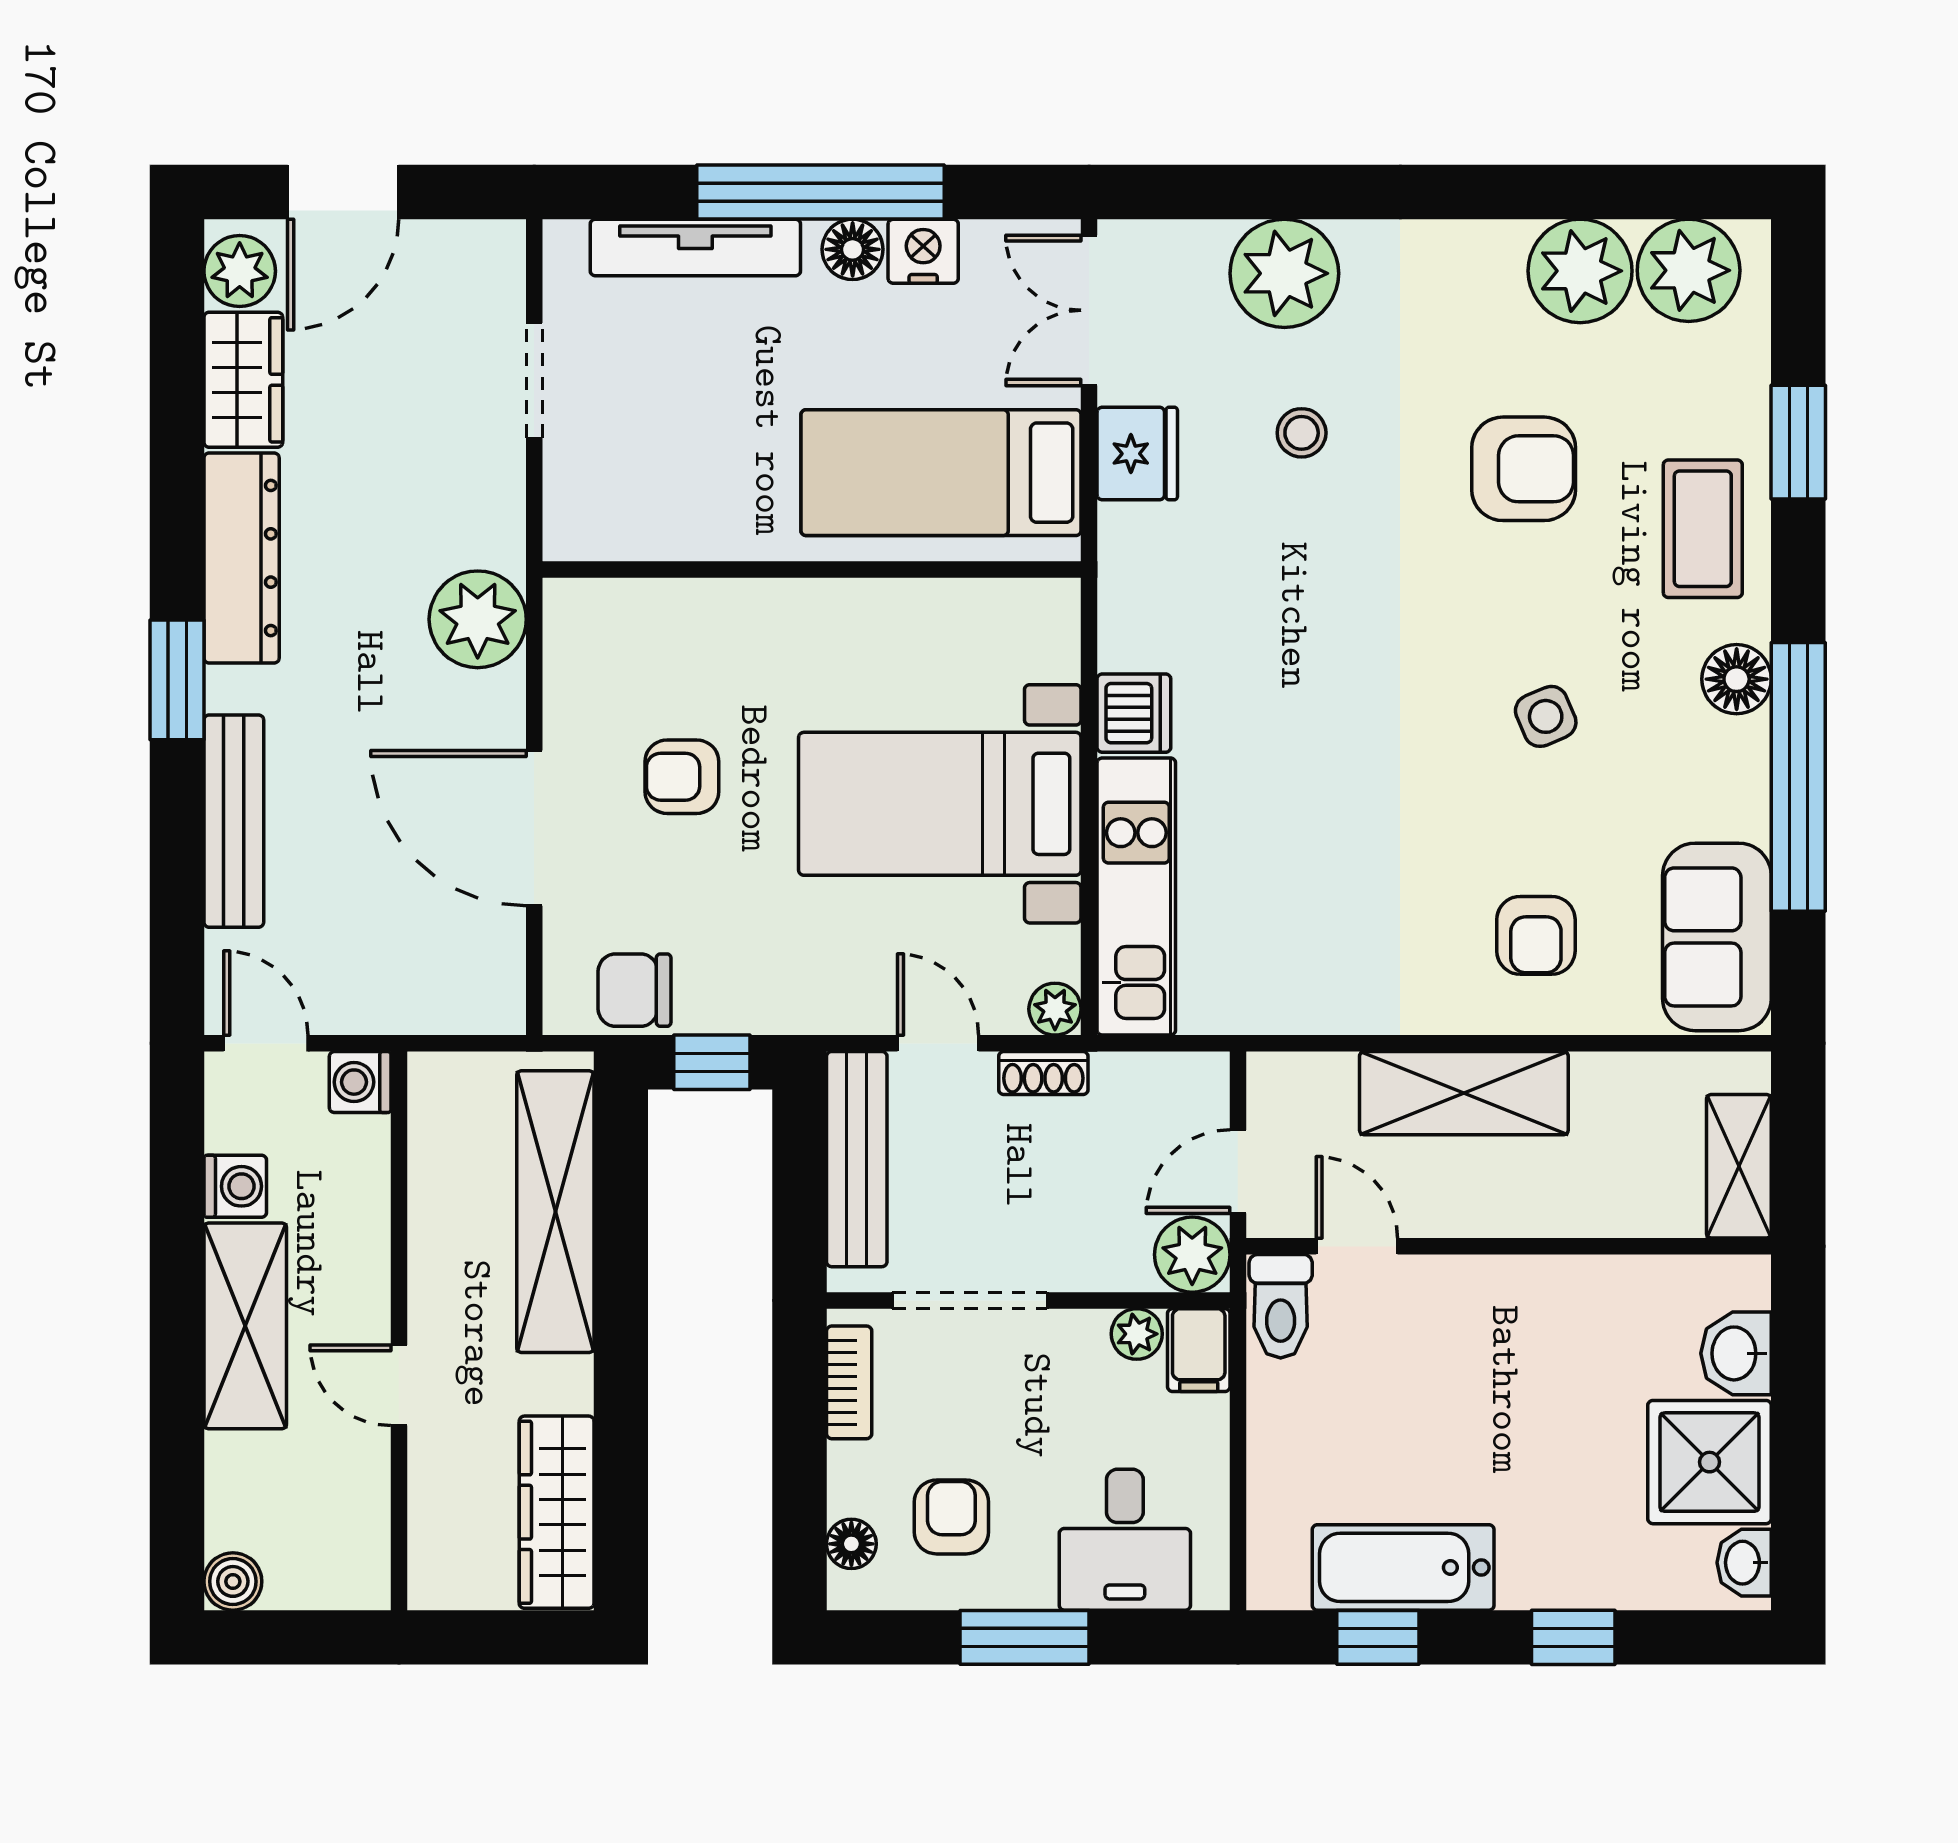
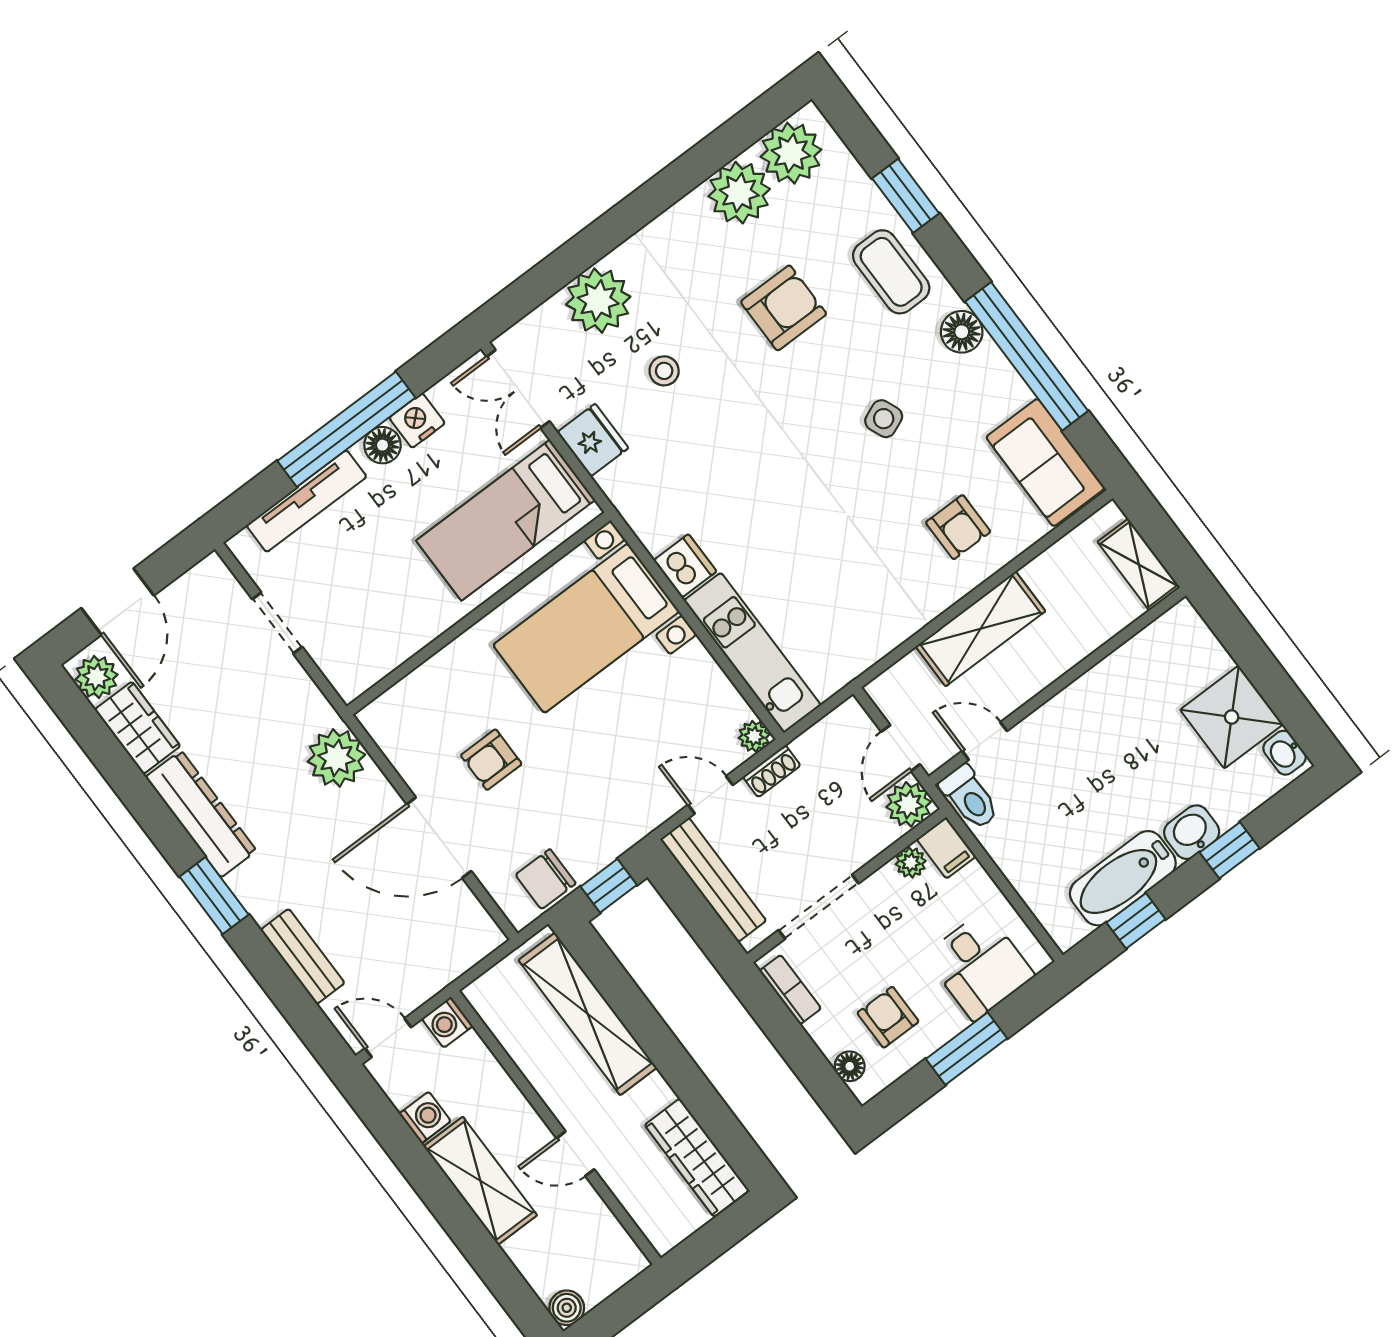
bed with nightstands: (940, 804) -> (586, 628), moved
bench: (234, 821) -> (303, 956), width x0.73
washbasin: (1736, 1353) -> (1192, 832), moved, turned 90

